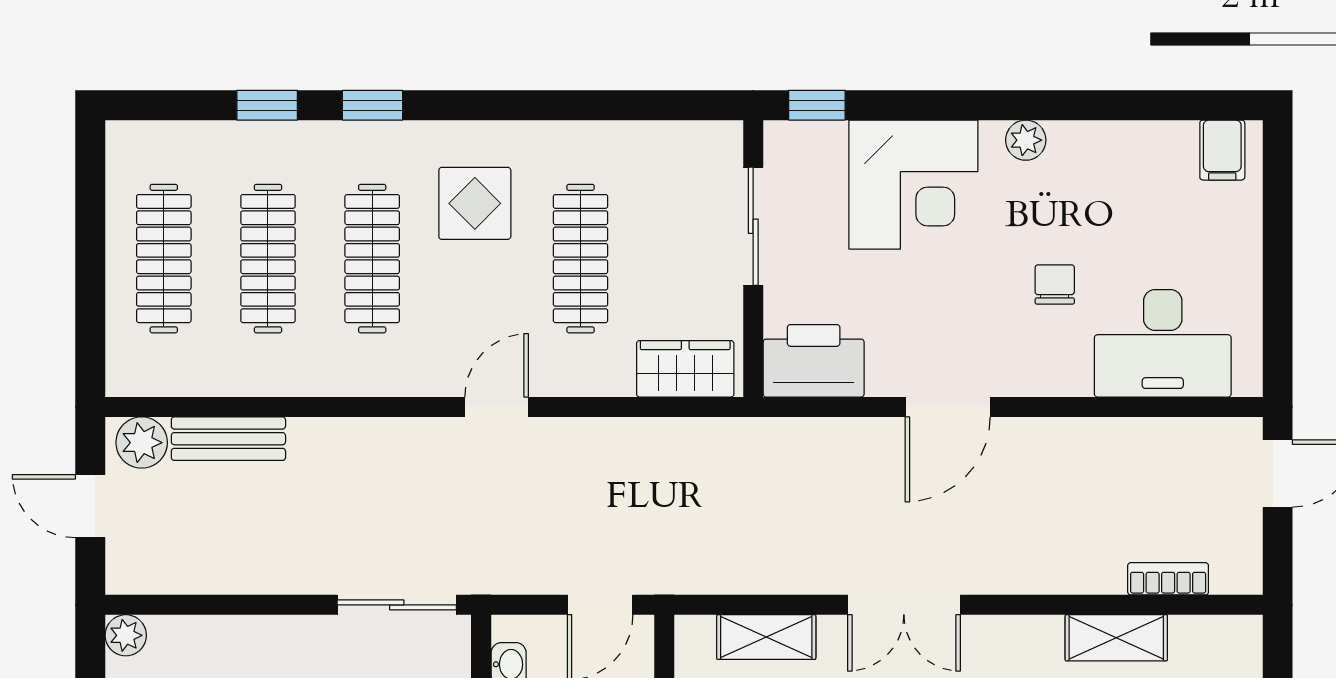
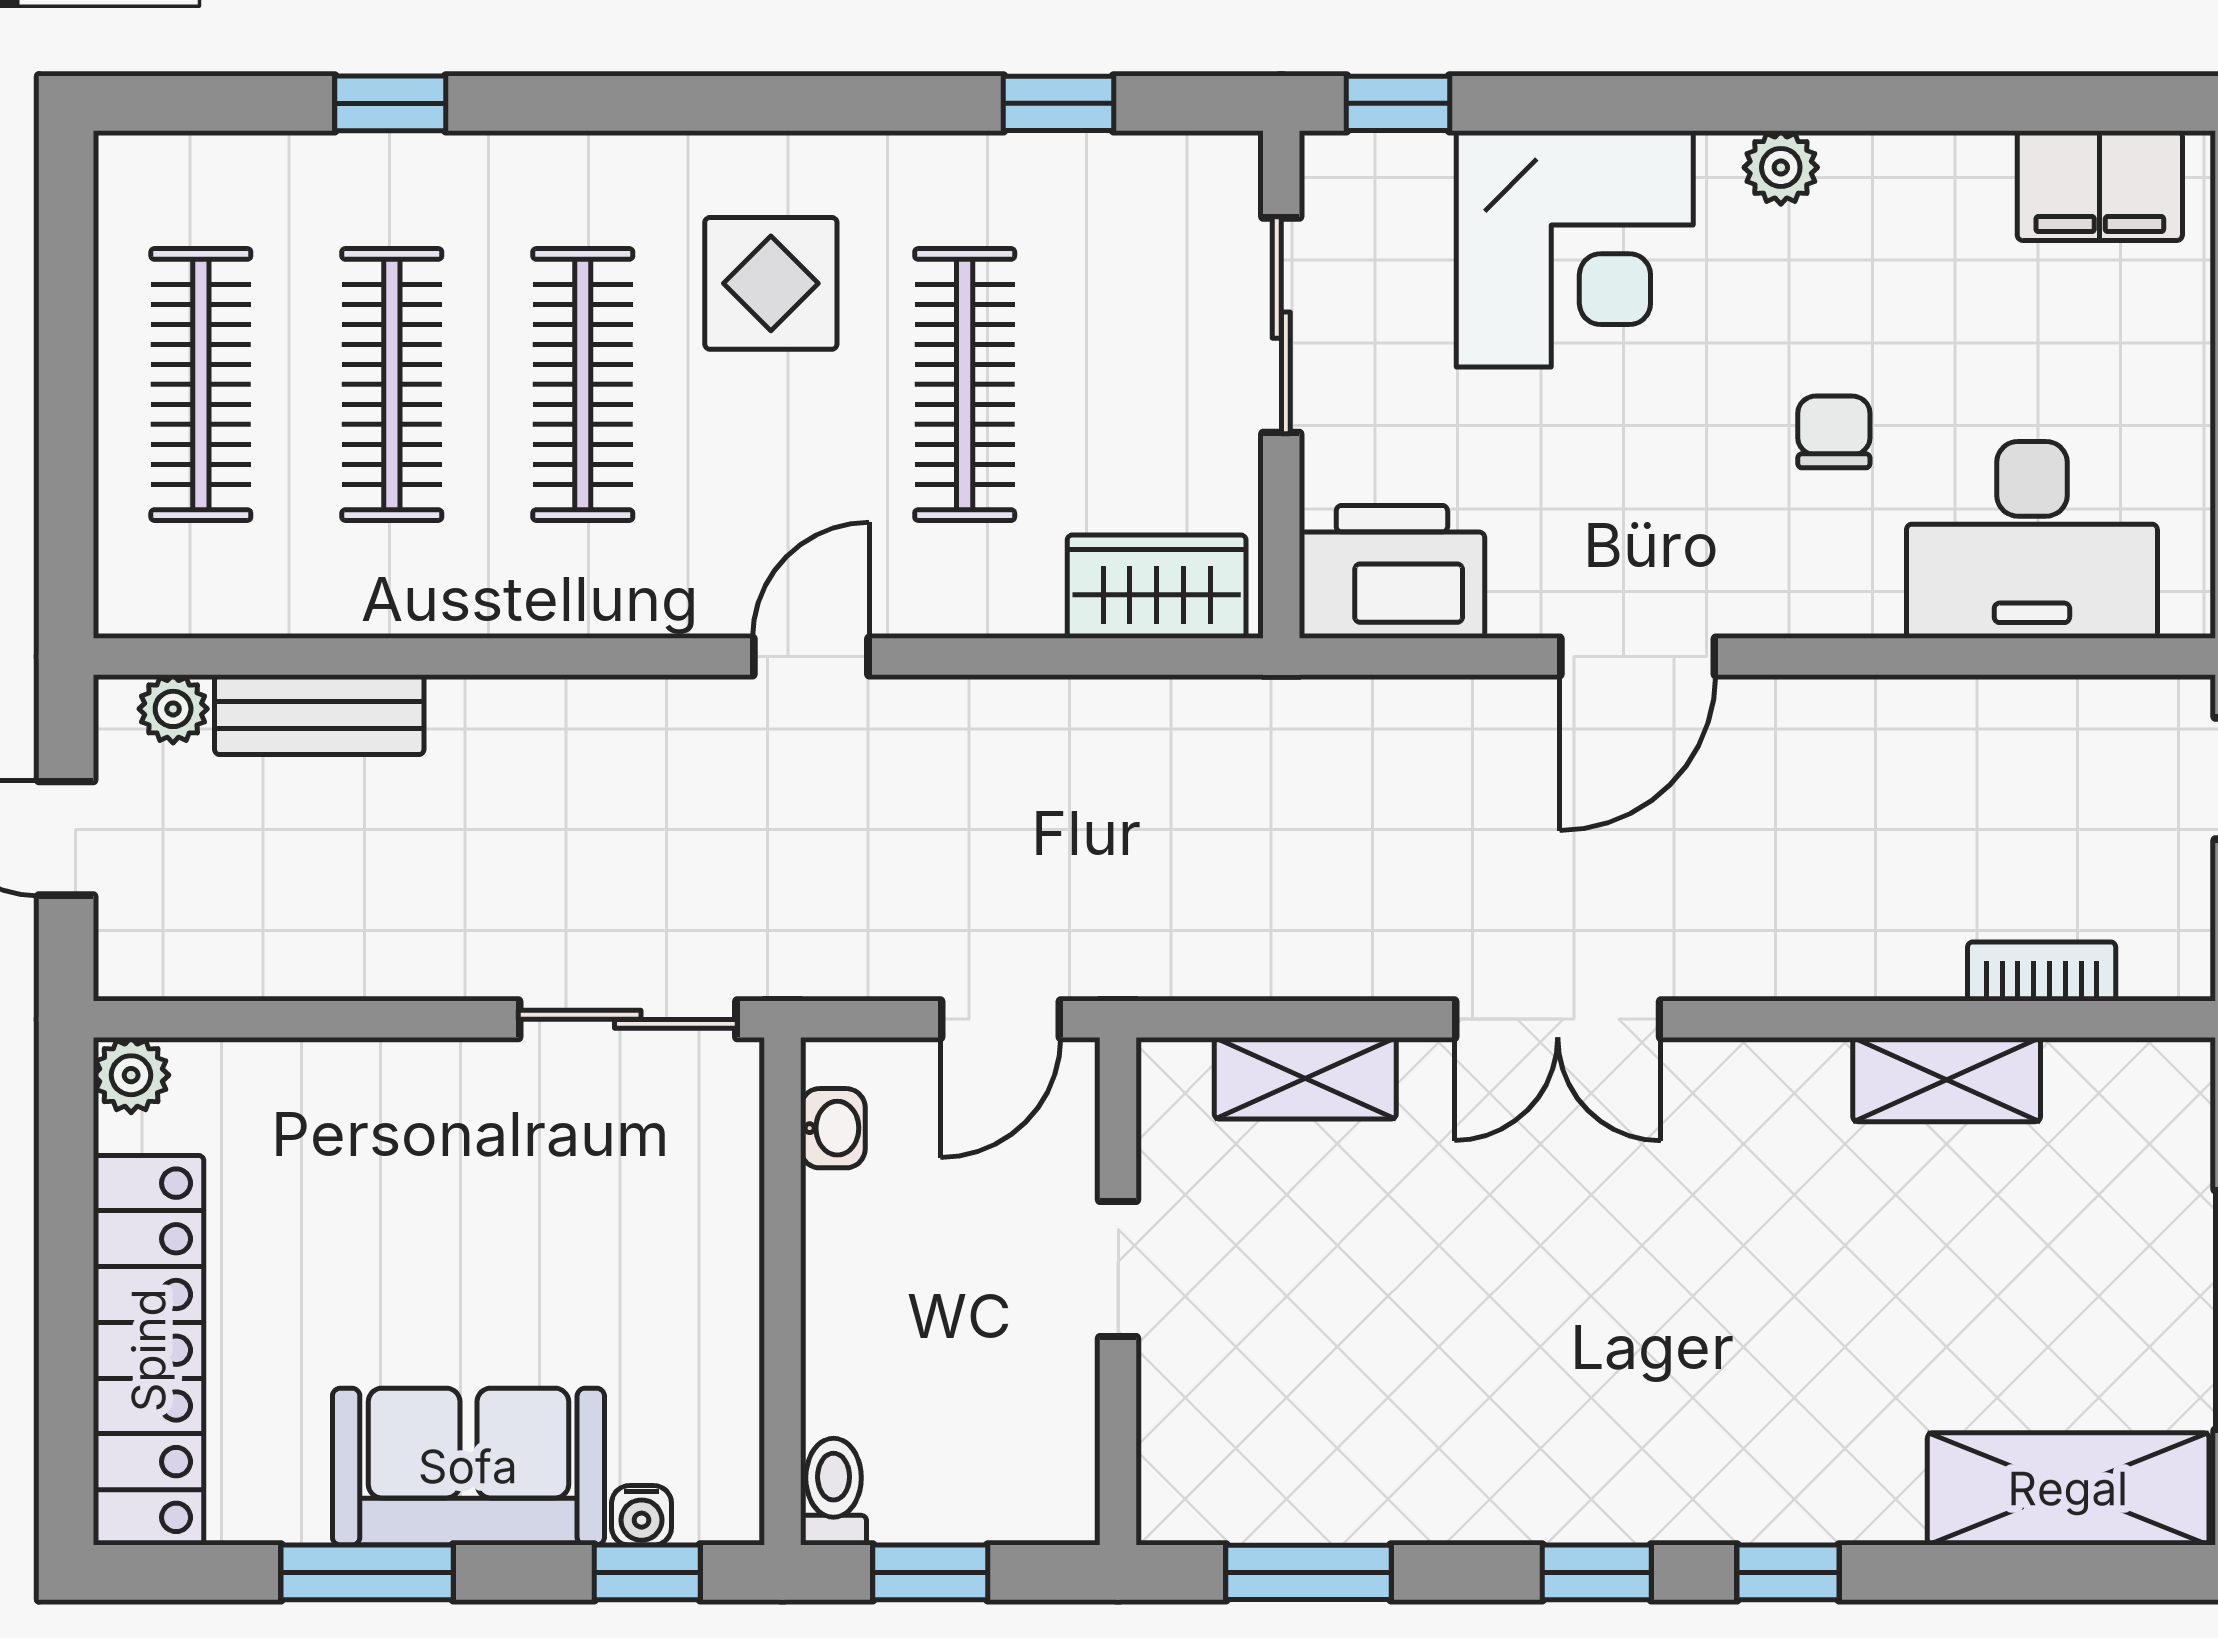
window: (373, 105) -> (1059, 103), moved
filing cabinet: (1222, 150) -> (2100, 186), width x2.00
plant: (142, 443) -> (173, 709), width x0.73, depth x0.73

